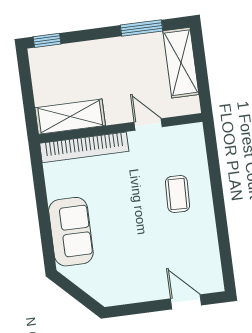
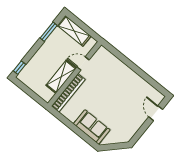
shelving: (70, 117) -> (61, 77), moved
coffee table: (178, 194) -> (117, 78), removed
door: (186, 302) -> (156, 113), hinge flipped

